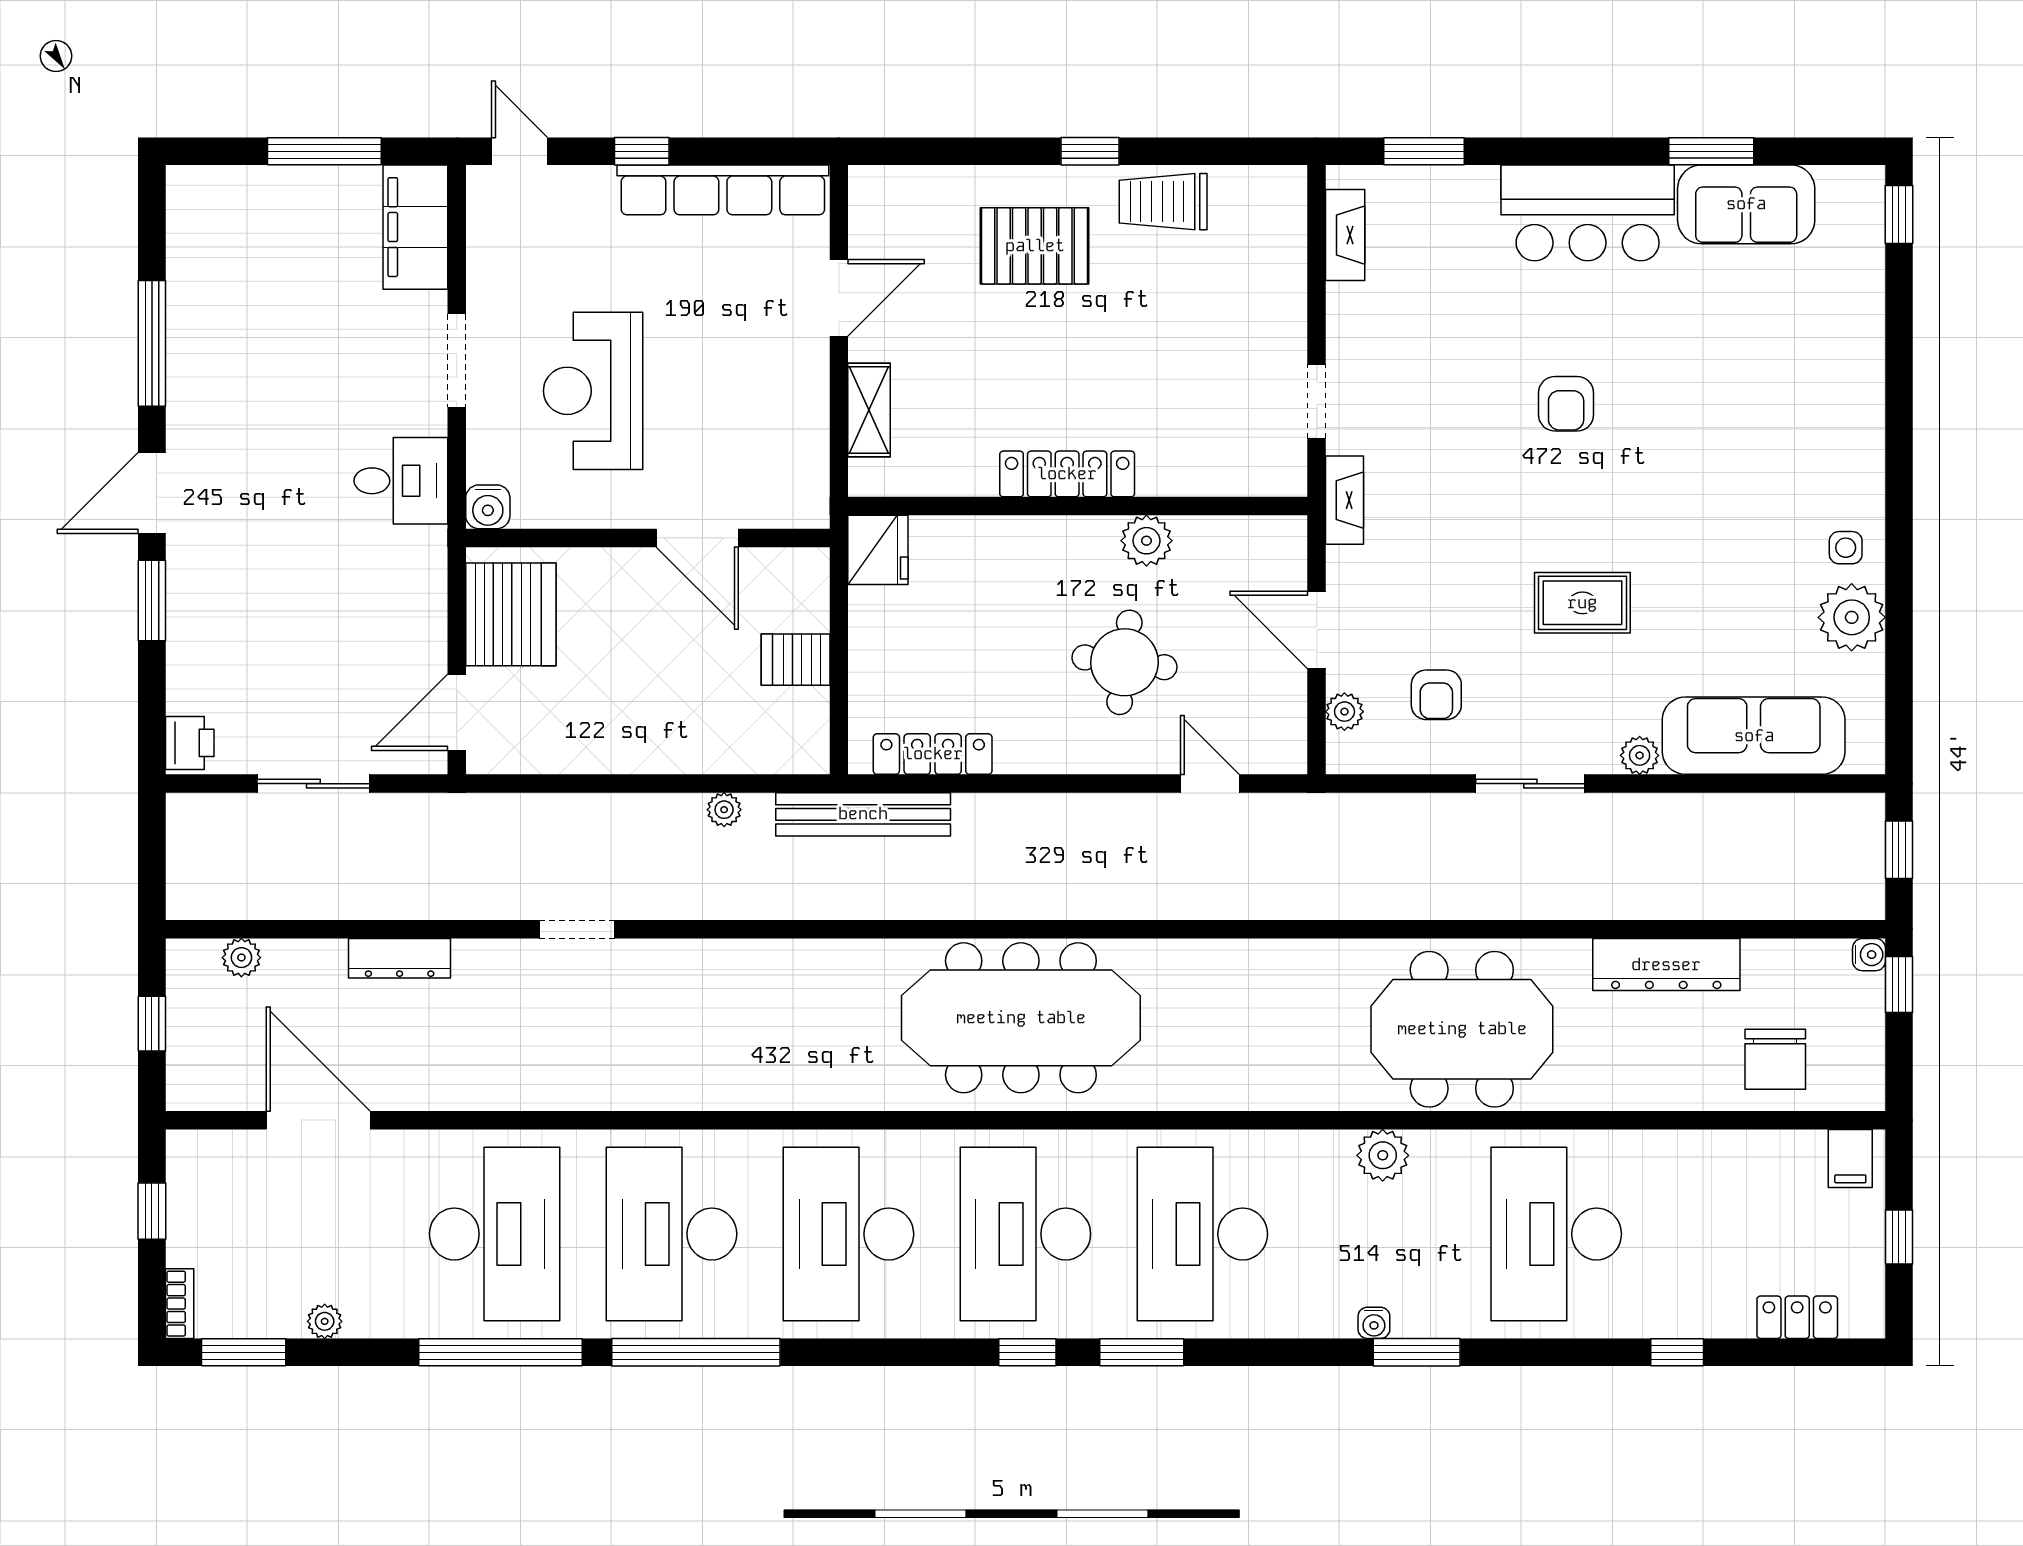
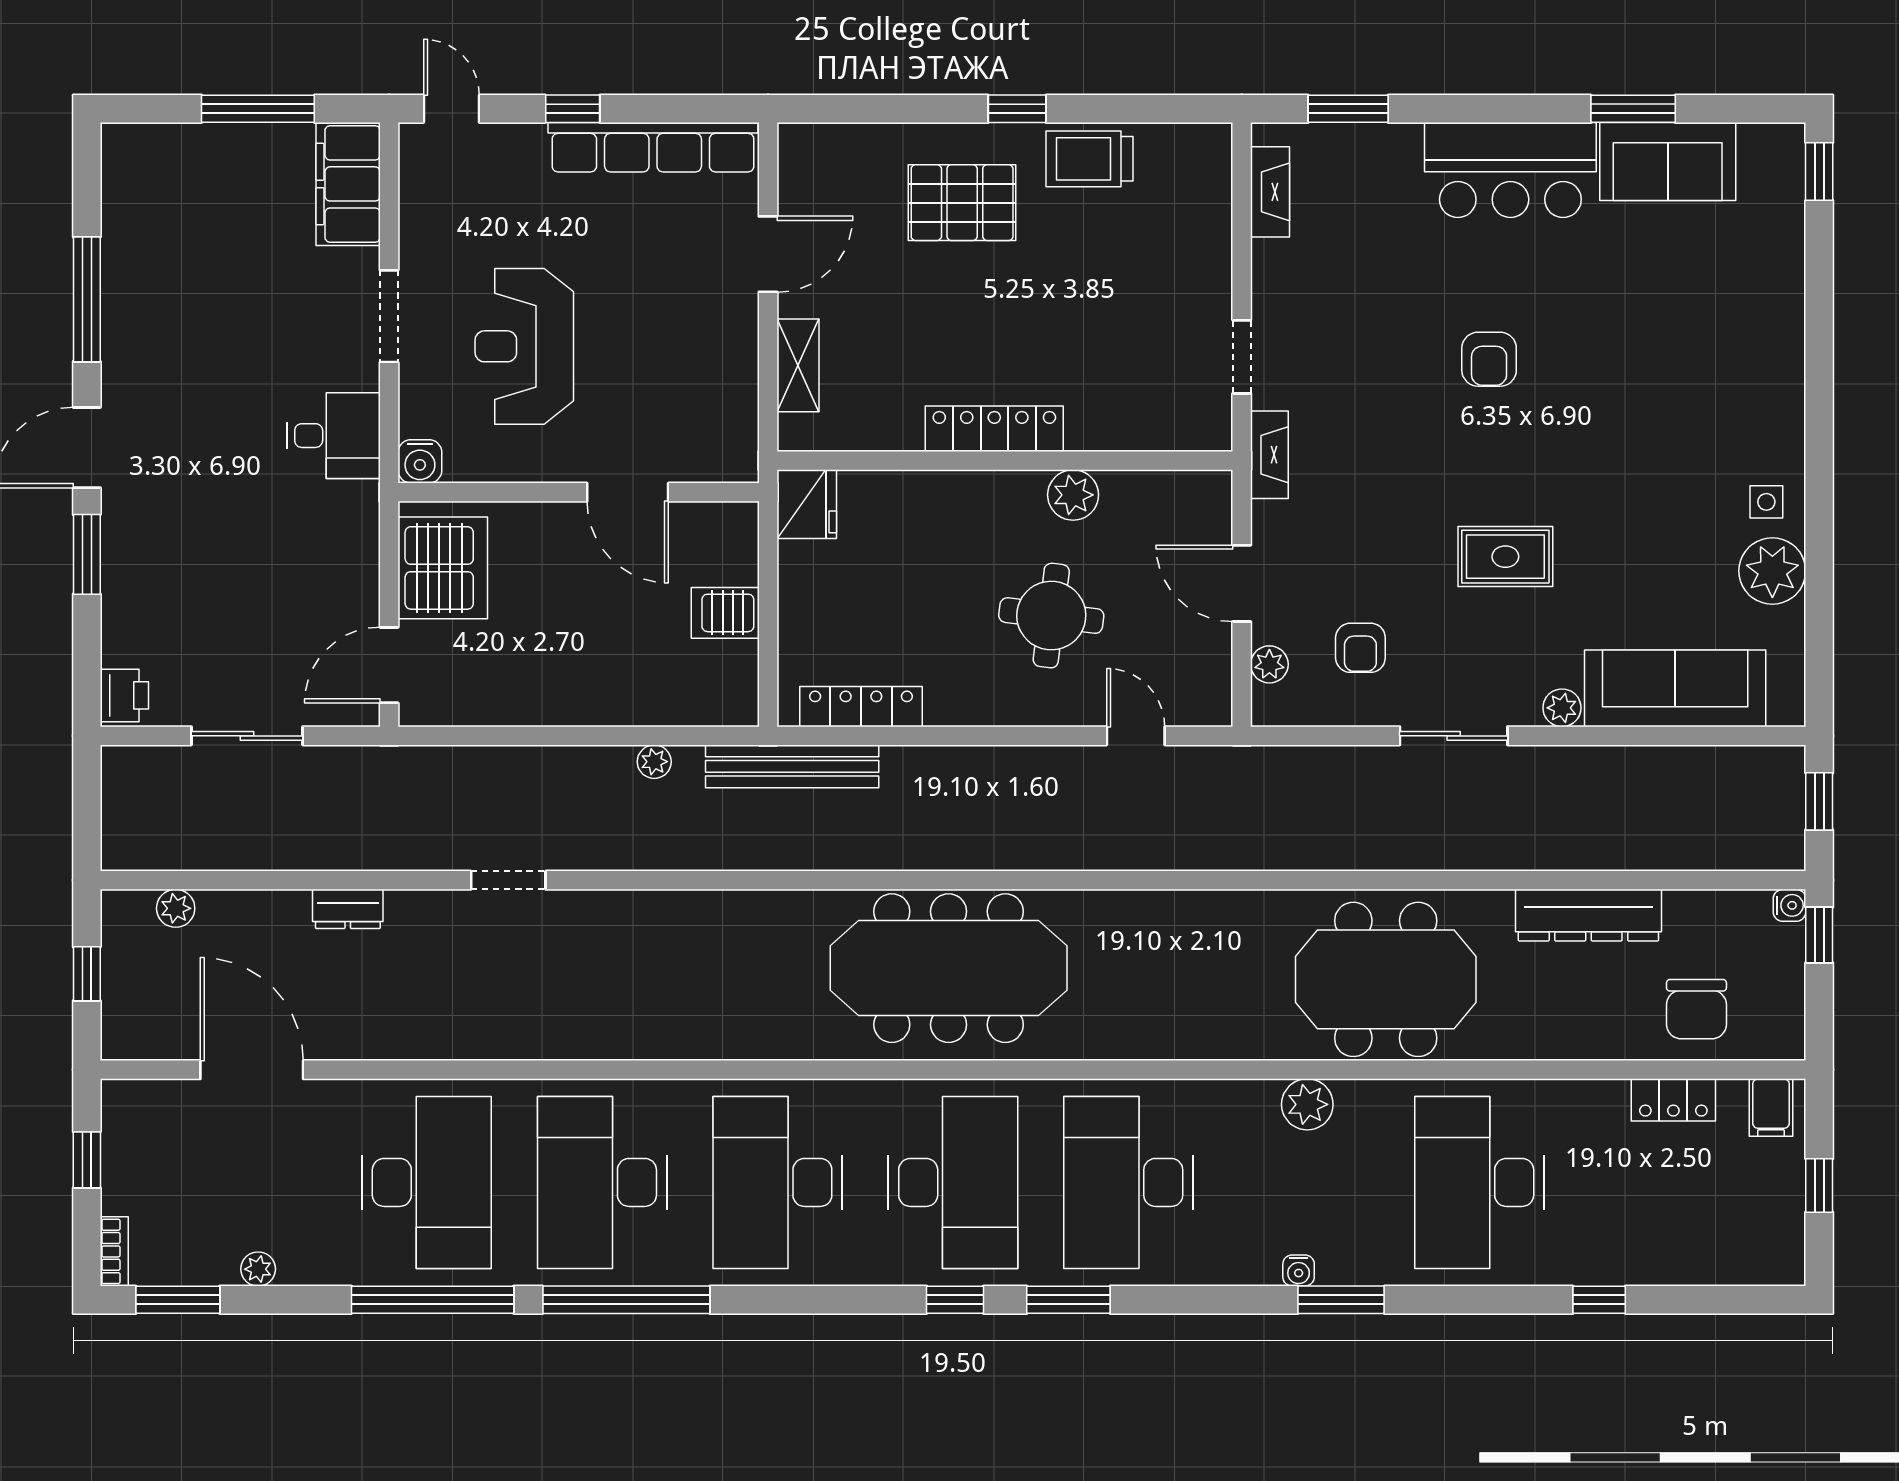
dresser: (400, 958) -> (348, 909), width x0.70
desk: (1025, 1234) -> (953, 1182), turned 180
locker: (1797, 1317) -> (1673, 1100), moved, turned 180

